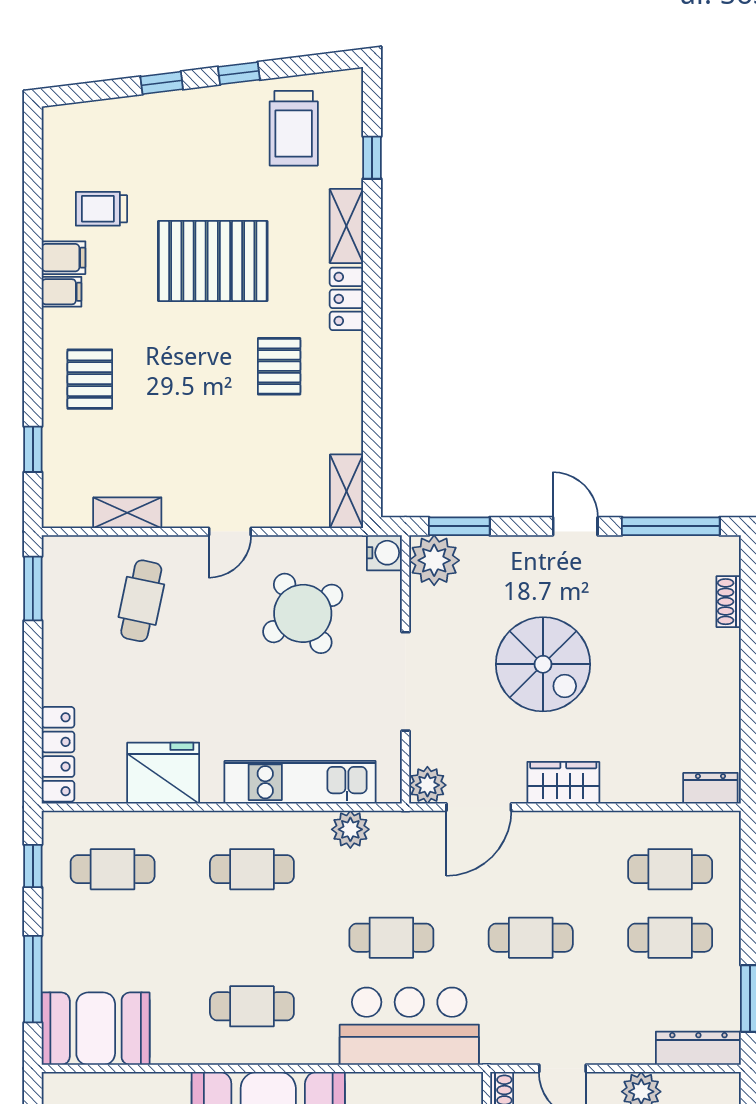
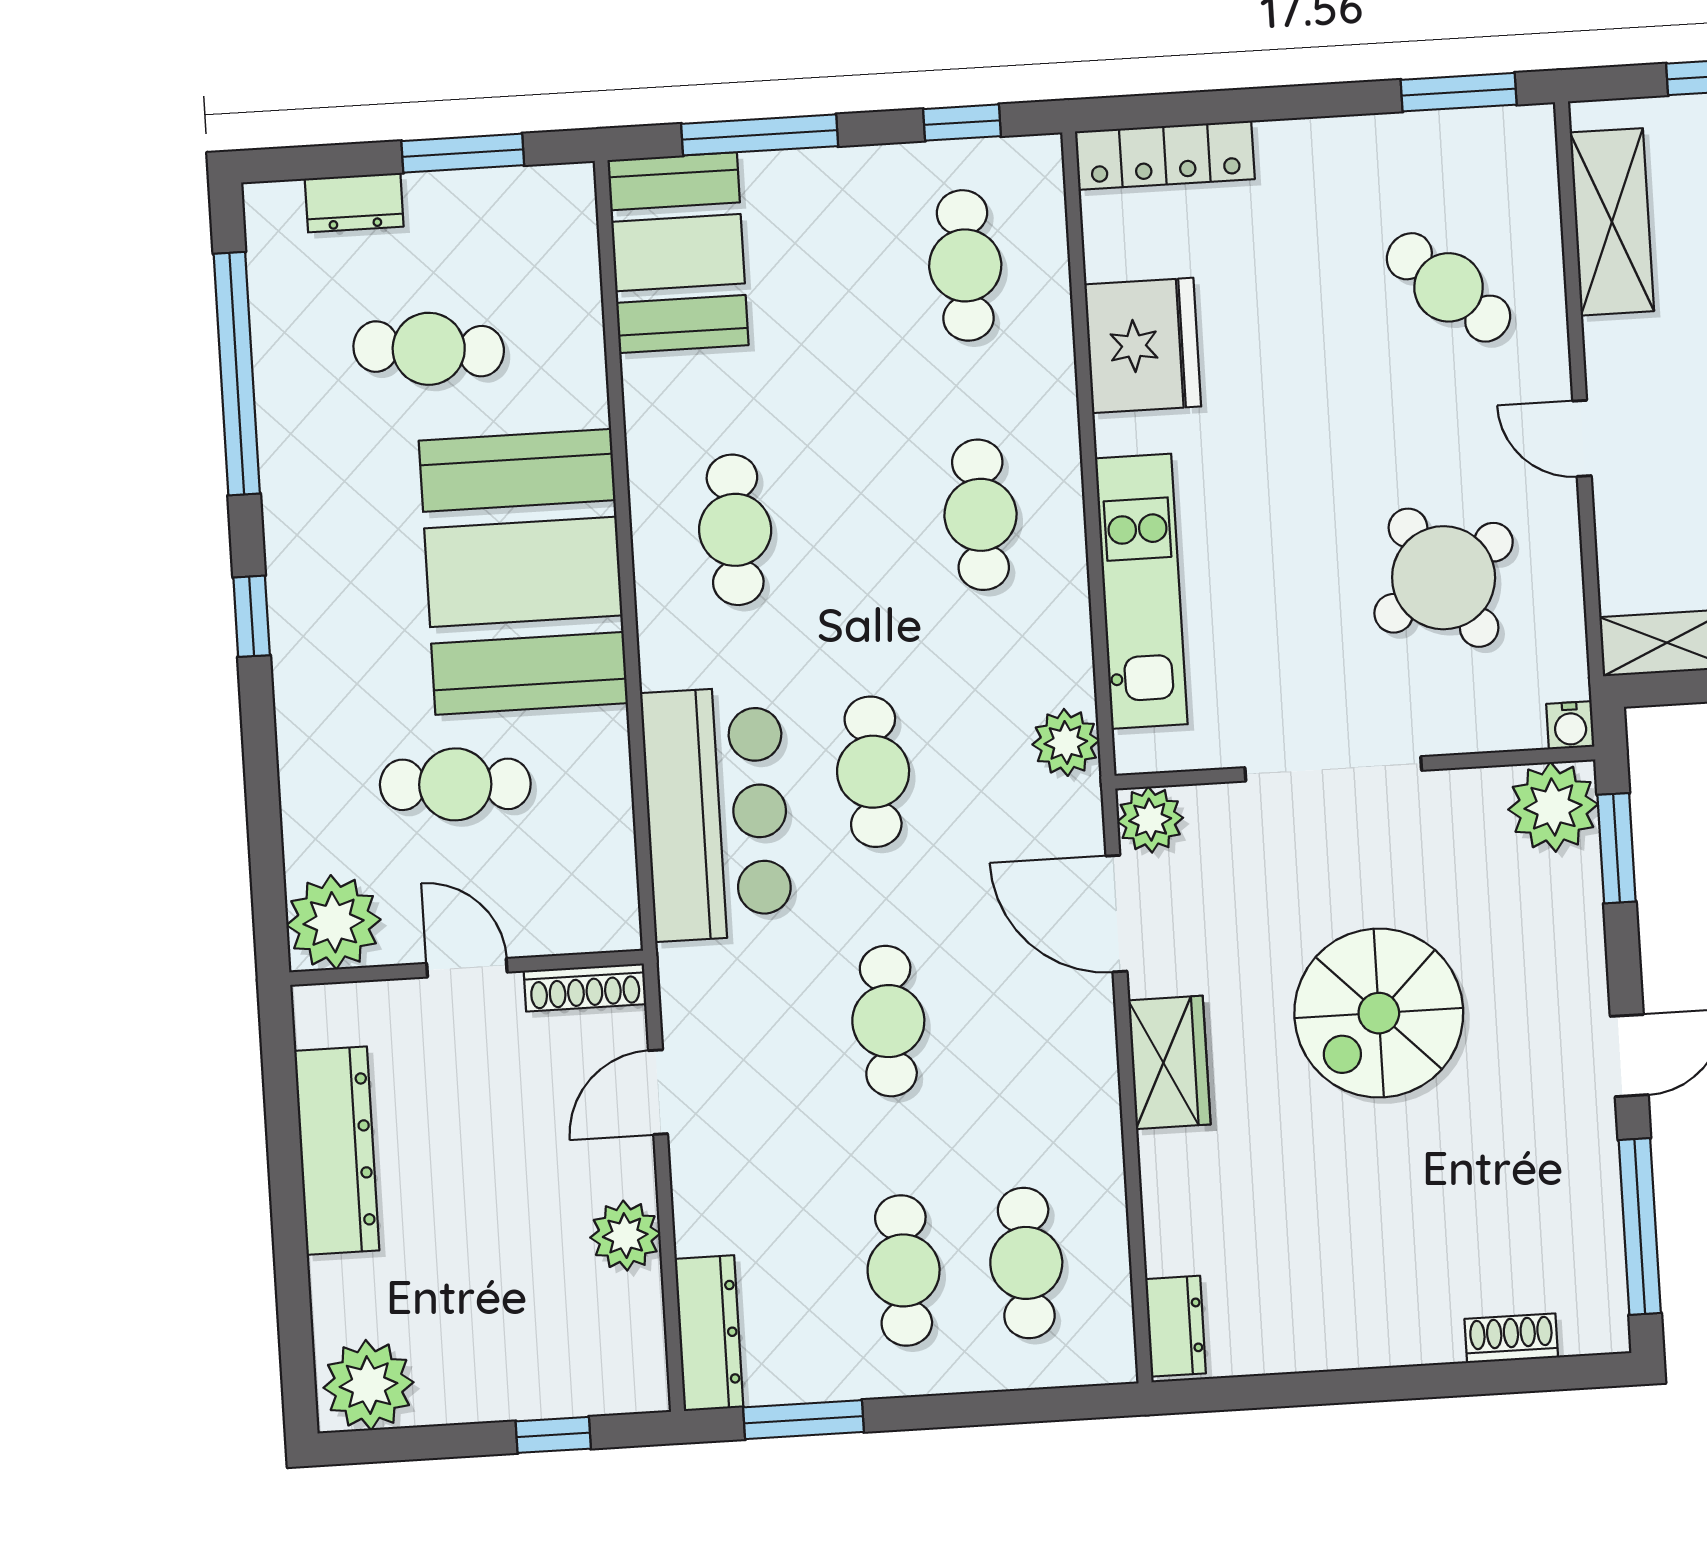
shelving: (127, 513) -> (1612, 222), width x1.50, depth x1.33
water cooler: (384, 553) -> (1570, 725), width x0.72, depth x0.72
cafe table: (141, 601) -> (1449, 287), turned 30
plant: (350, 829) -> (1066, 742), moved

